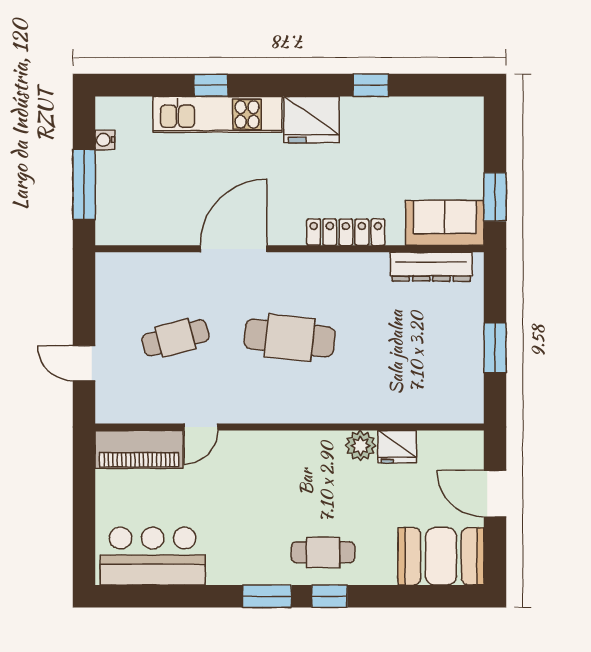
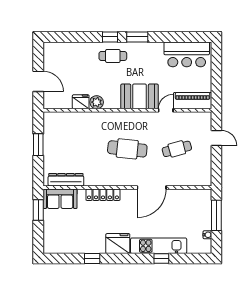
booth: (441, 556) -> (140, 96), moved

